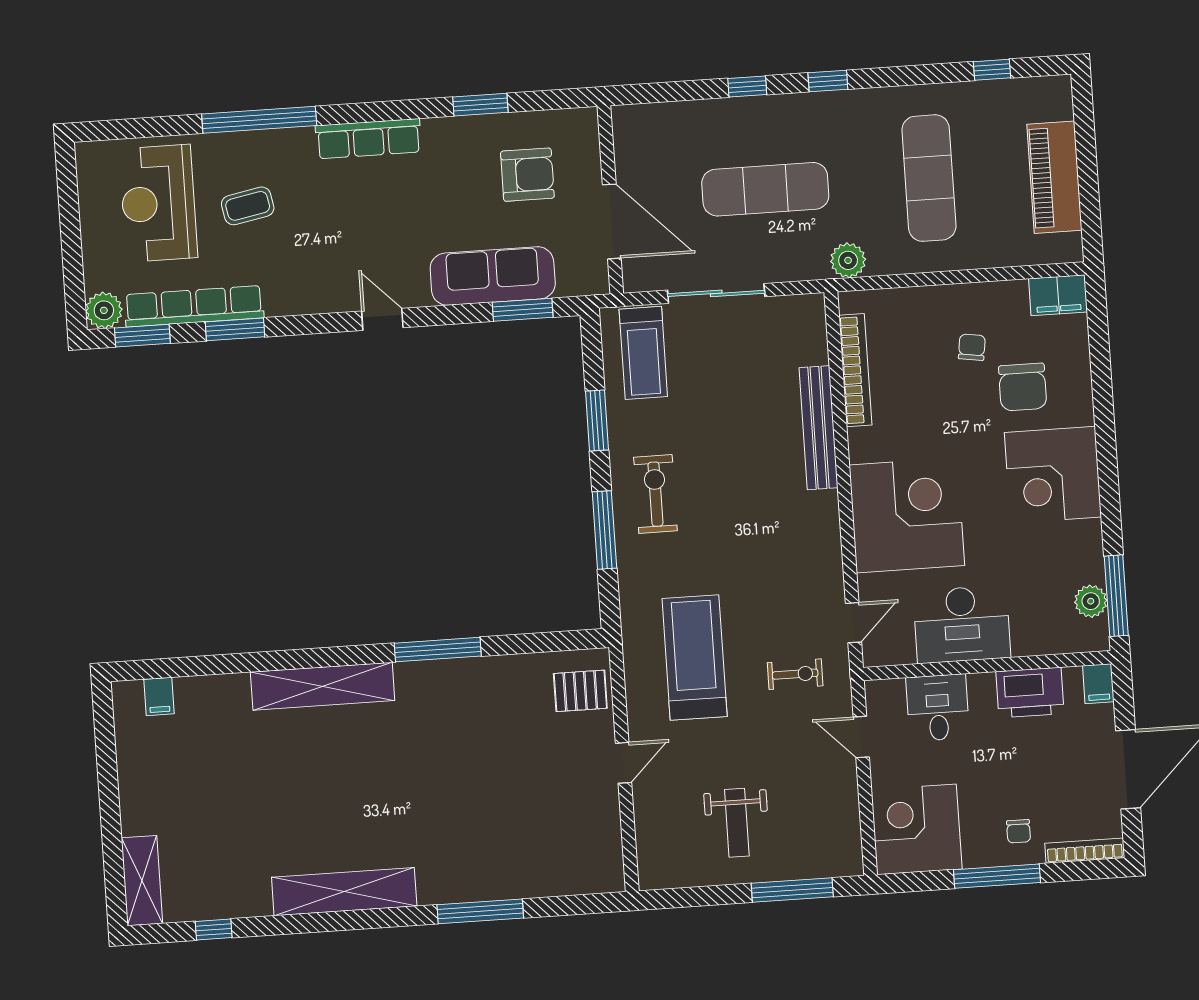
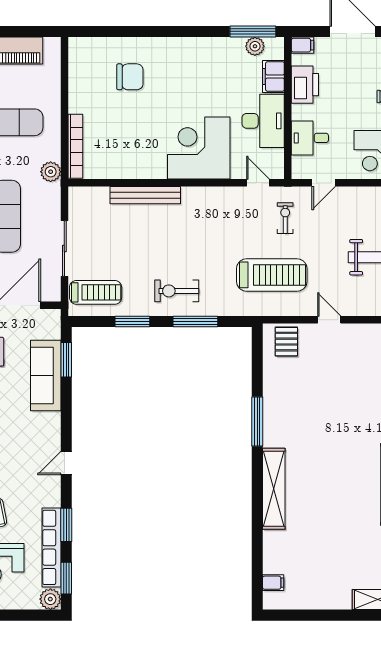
filing cabinet: (1058, 295) -> (273, 76), moved, turned 180
door: (382, 319) -> (66, 463), moved
chair: (972, 347) -> (105, 104), removed
bookcase: (855, 370) -> (75, 146), moved, turned 90
corner desk: (1053, 475) -> (181, 63), removed
treadmill: (695, 658) -> (272, 275), turned 180

